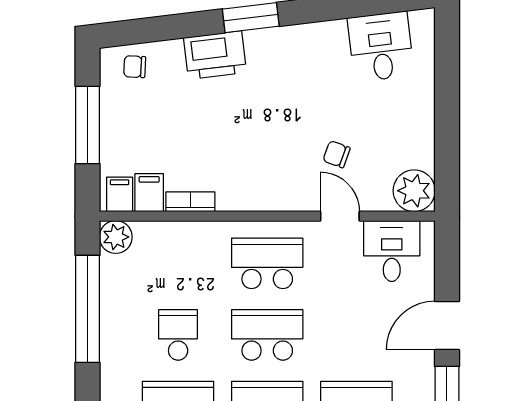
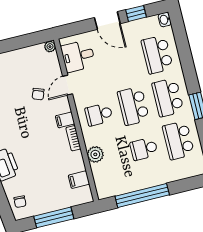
plant: (414, 191) -> (50, 47), width x0.53, depth x0.53
filing cabinet: (120, 194) -> (65, 120), moved
bookcase: (190, 202) -> (73, 138), moved
plant: (116, 237) -> (95, 154), moved
school desk: (267, 263) -> (99, 114), width x0.54

